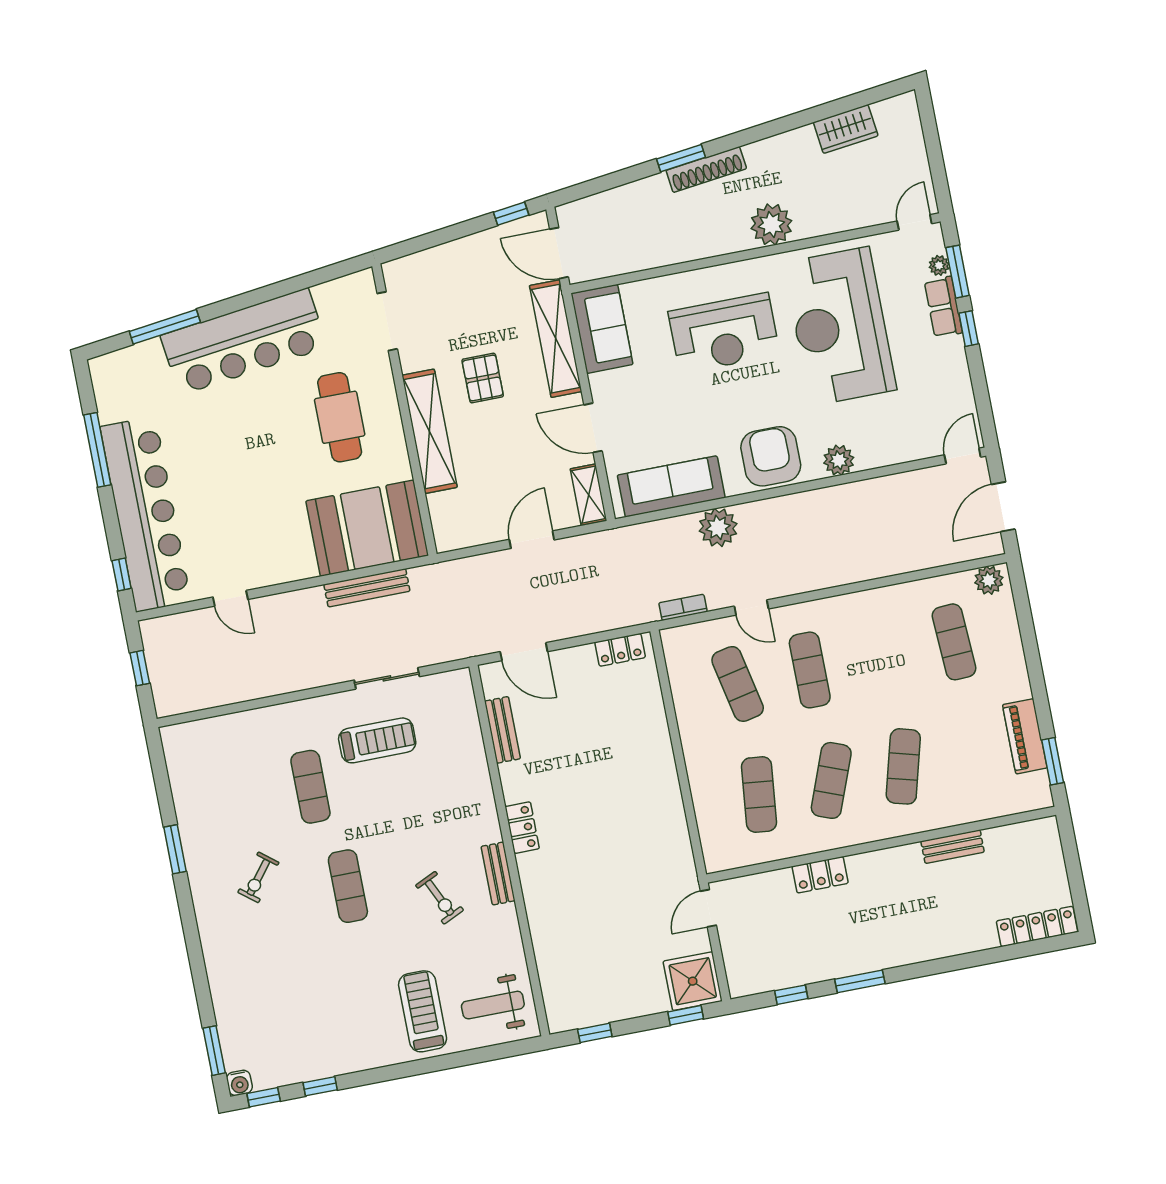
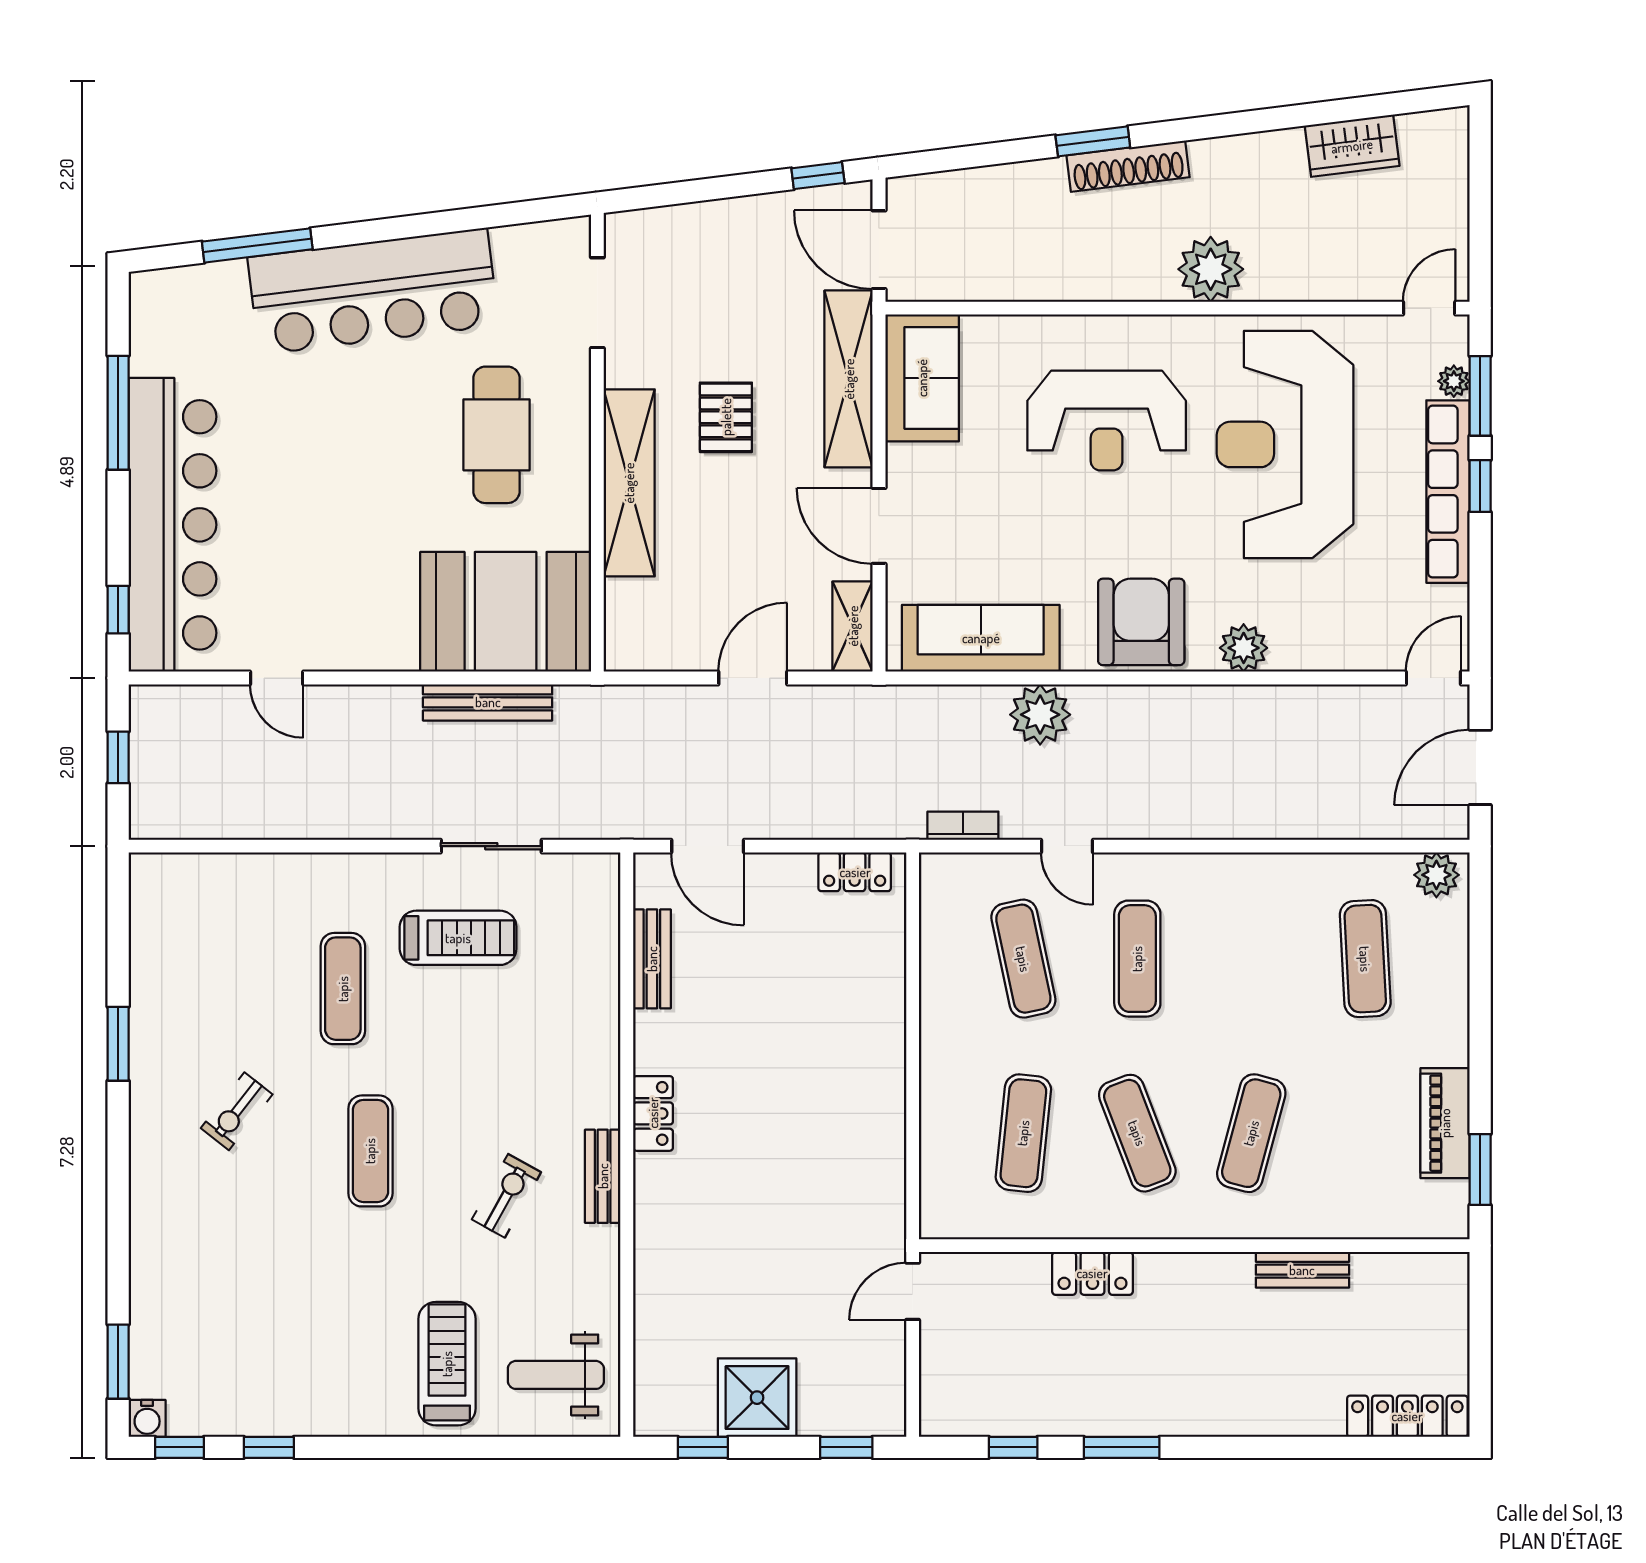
row of seats: (943, 307) -> (1448, 492), width x2.02
exercise mat: (831, 780) -> (1137, 1133), turned -42
exercise bike: (440, 898) -> (506, 1196), turned -126
shower: (693, 981) -> (757, 1398), moved

